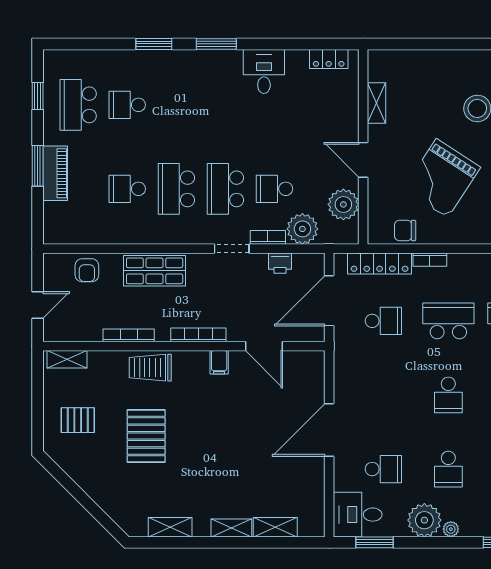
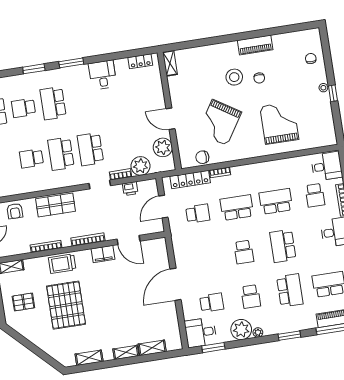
shelving: (376, 103) -> (170, 63), moved
school desk: (275, 189) -> (53, 103), moved, width x1.85
door: (329, 301) -> (163, 207), width x0.73
filing cabinet: (219, 362) -> (103, 254), width x2.00
pallet: (146, 436) -> (66, 305), width x1.37, depth x1.41

